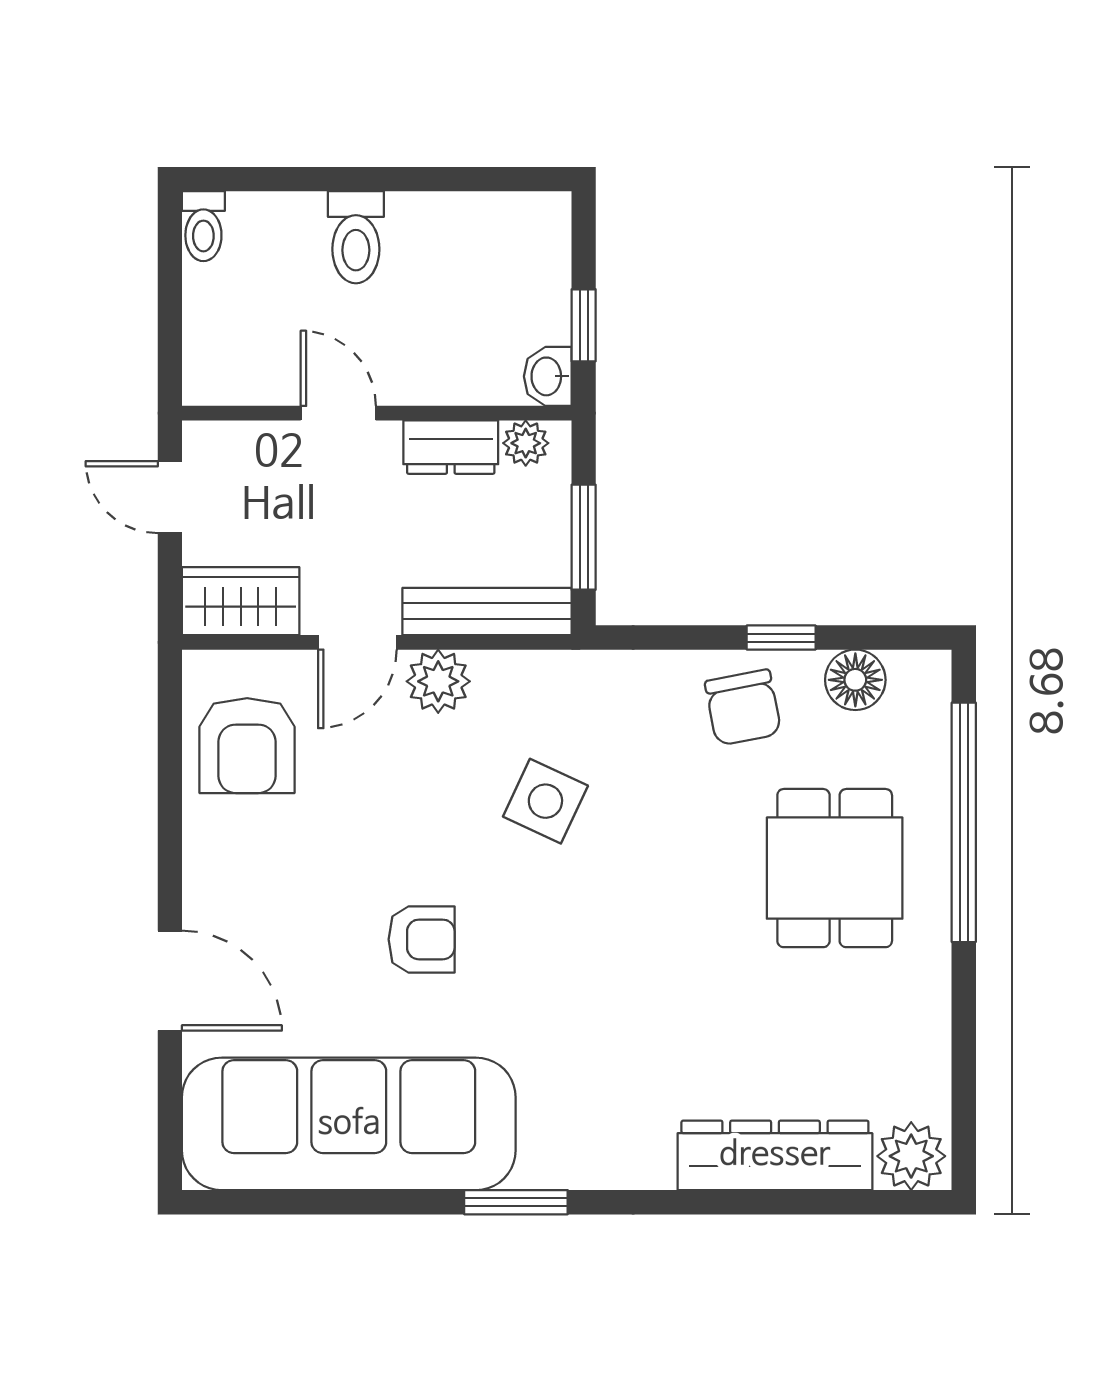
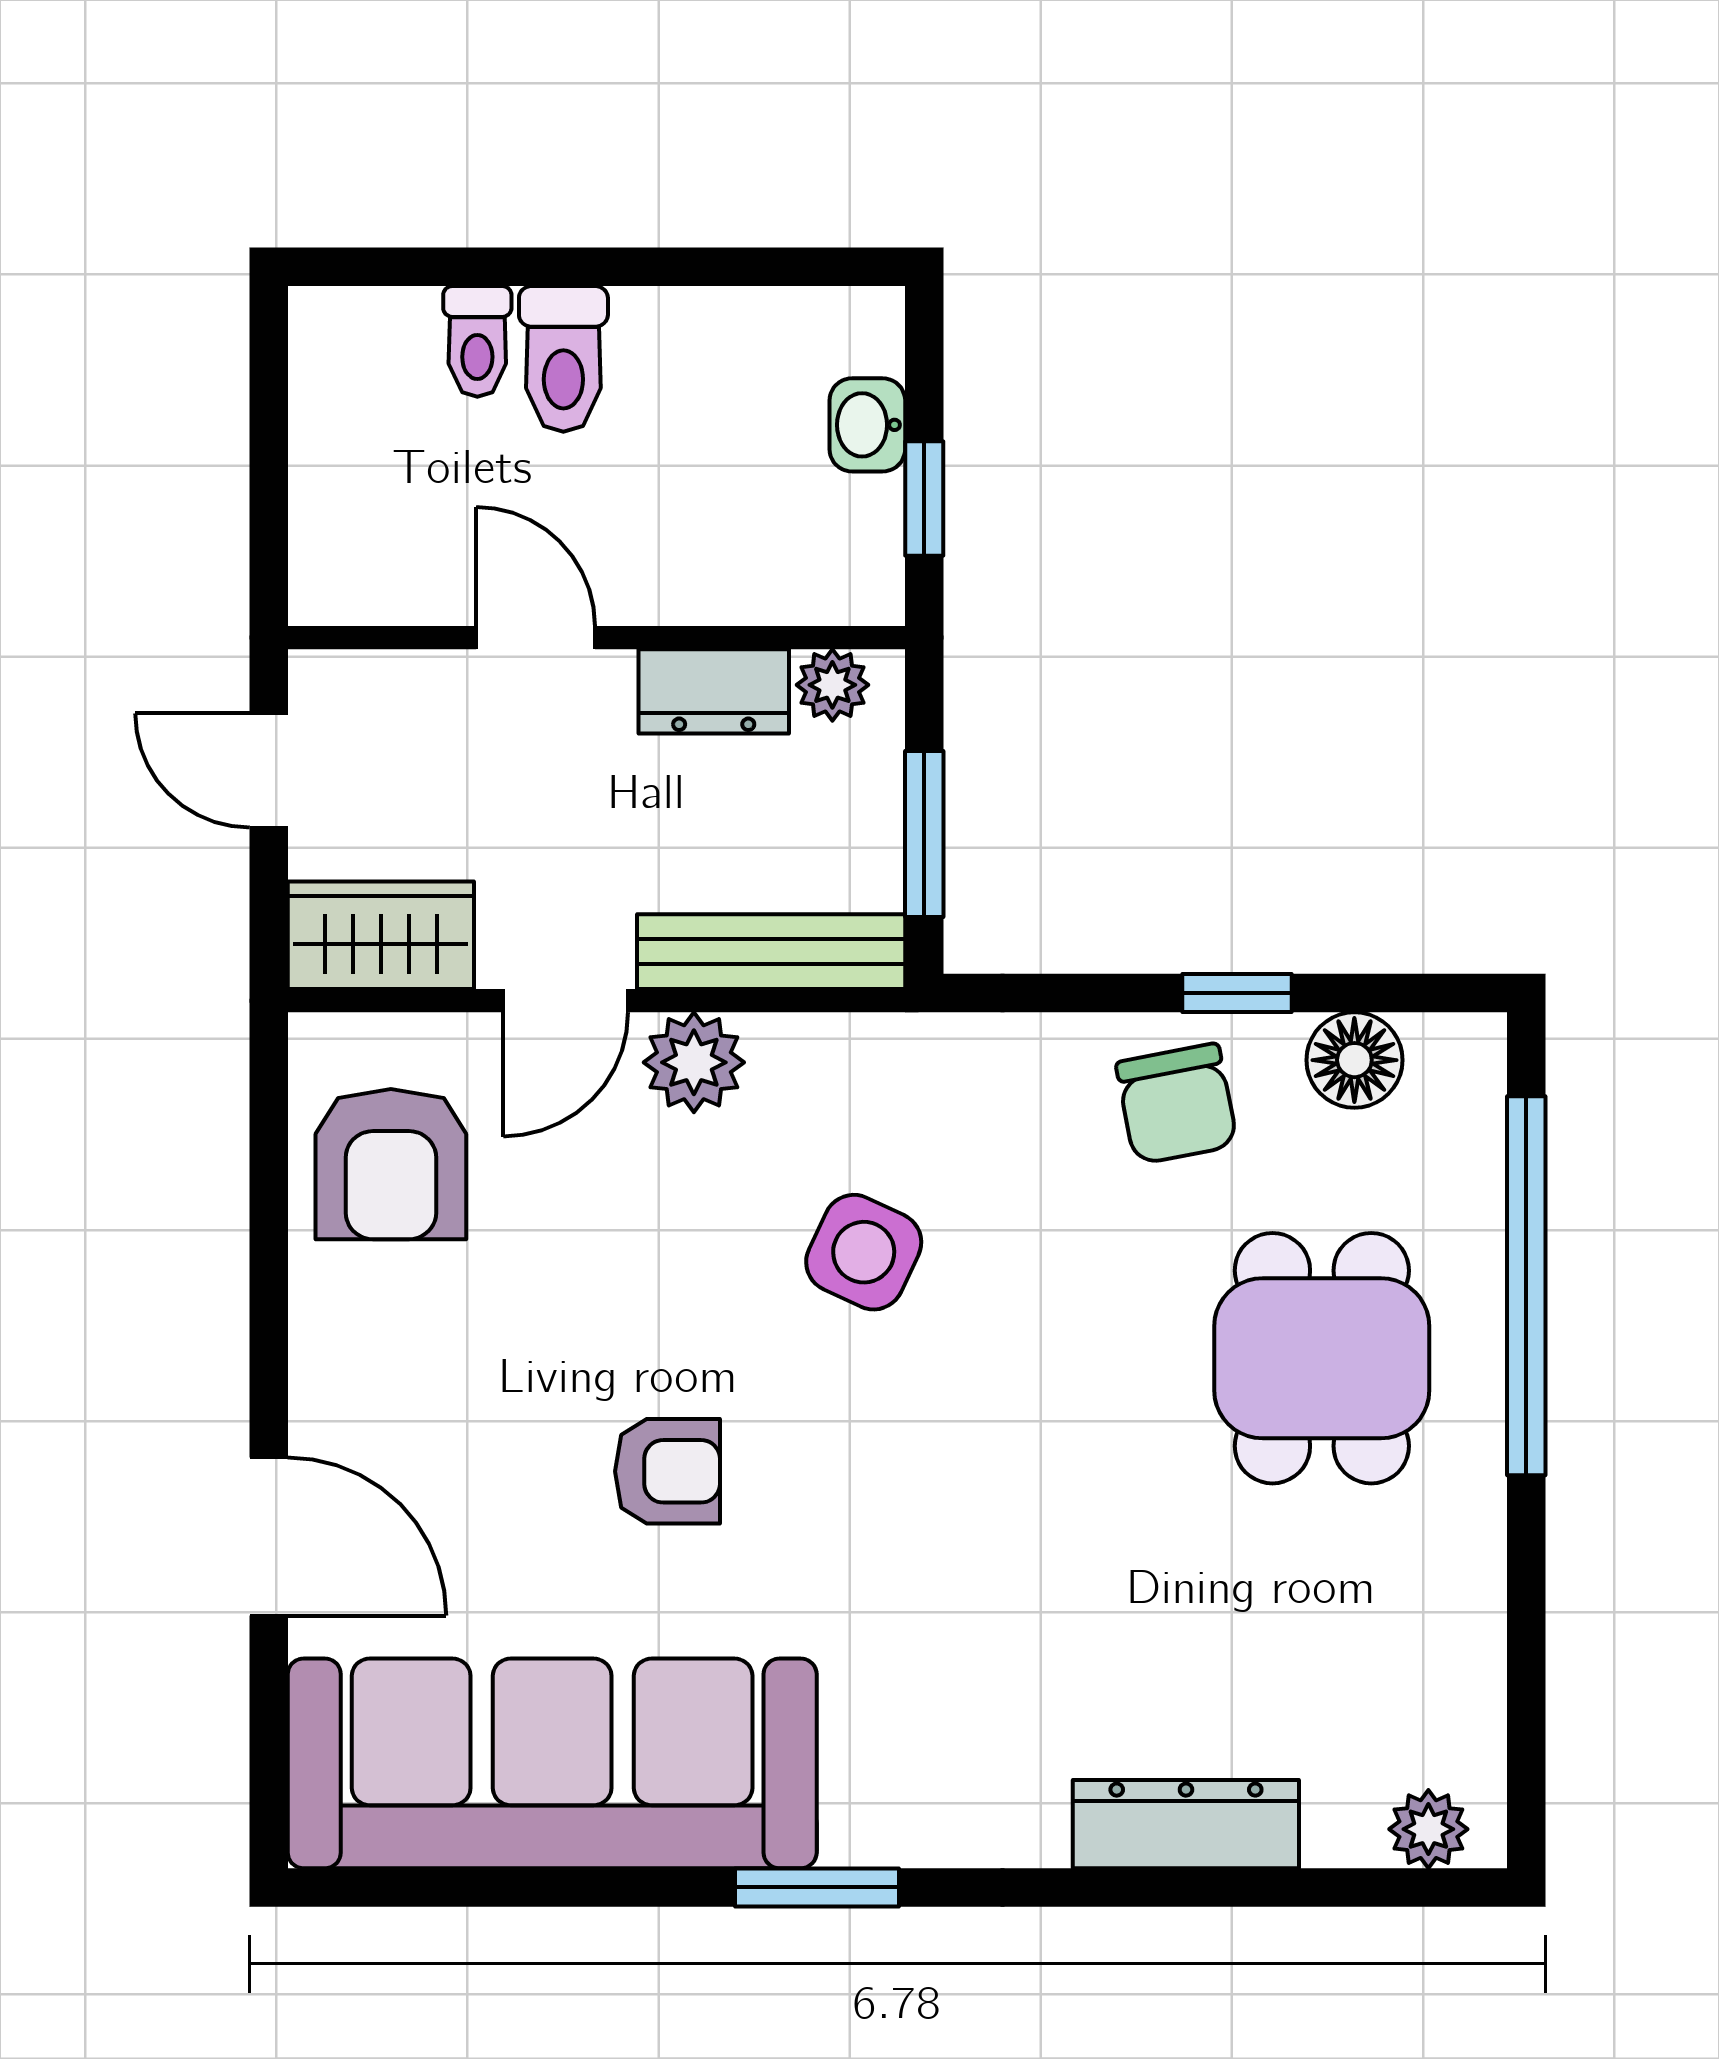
toilet: (203, 226) -> (477, 341), moved
washbasin: (548, 376) -> (867, 425), moved
dresser: (775, 1155) -> (1186, 1824), width x0.73, depth x0.80
plant: (911, 1156) -> (1428, 1829), width x0.73, depth x0.73

